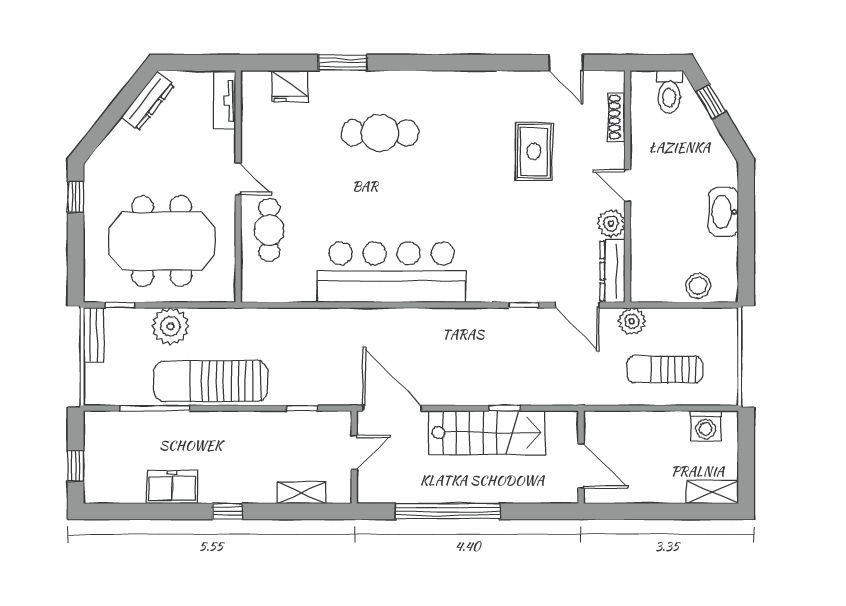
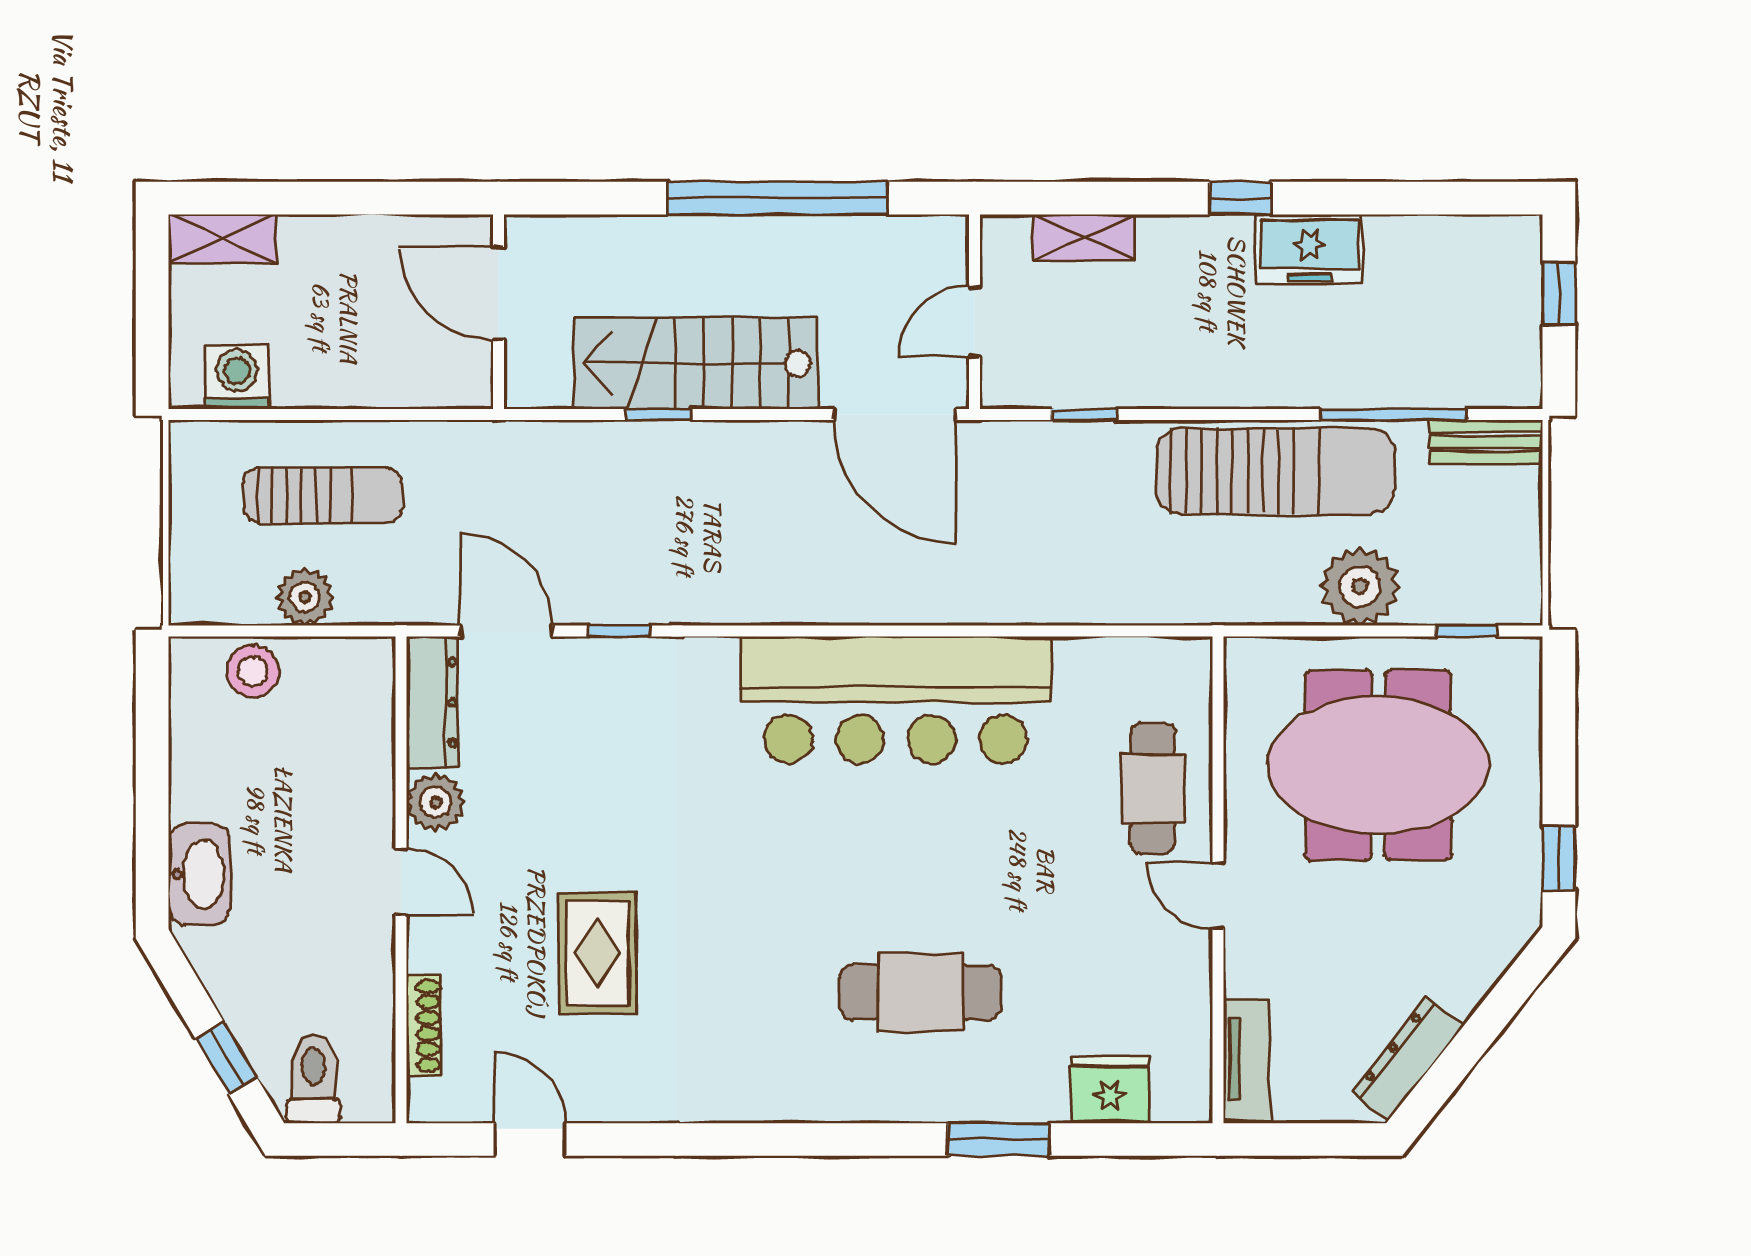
washbasin: (724, 212) -> (199, 874), moved
plant: (632, 321) -> (305, 597), moved
bench: (94, 335) -> (1486, 442), moved, turned 90
freezer: (172, 487) -> (1309, 249), moved

